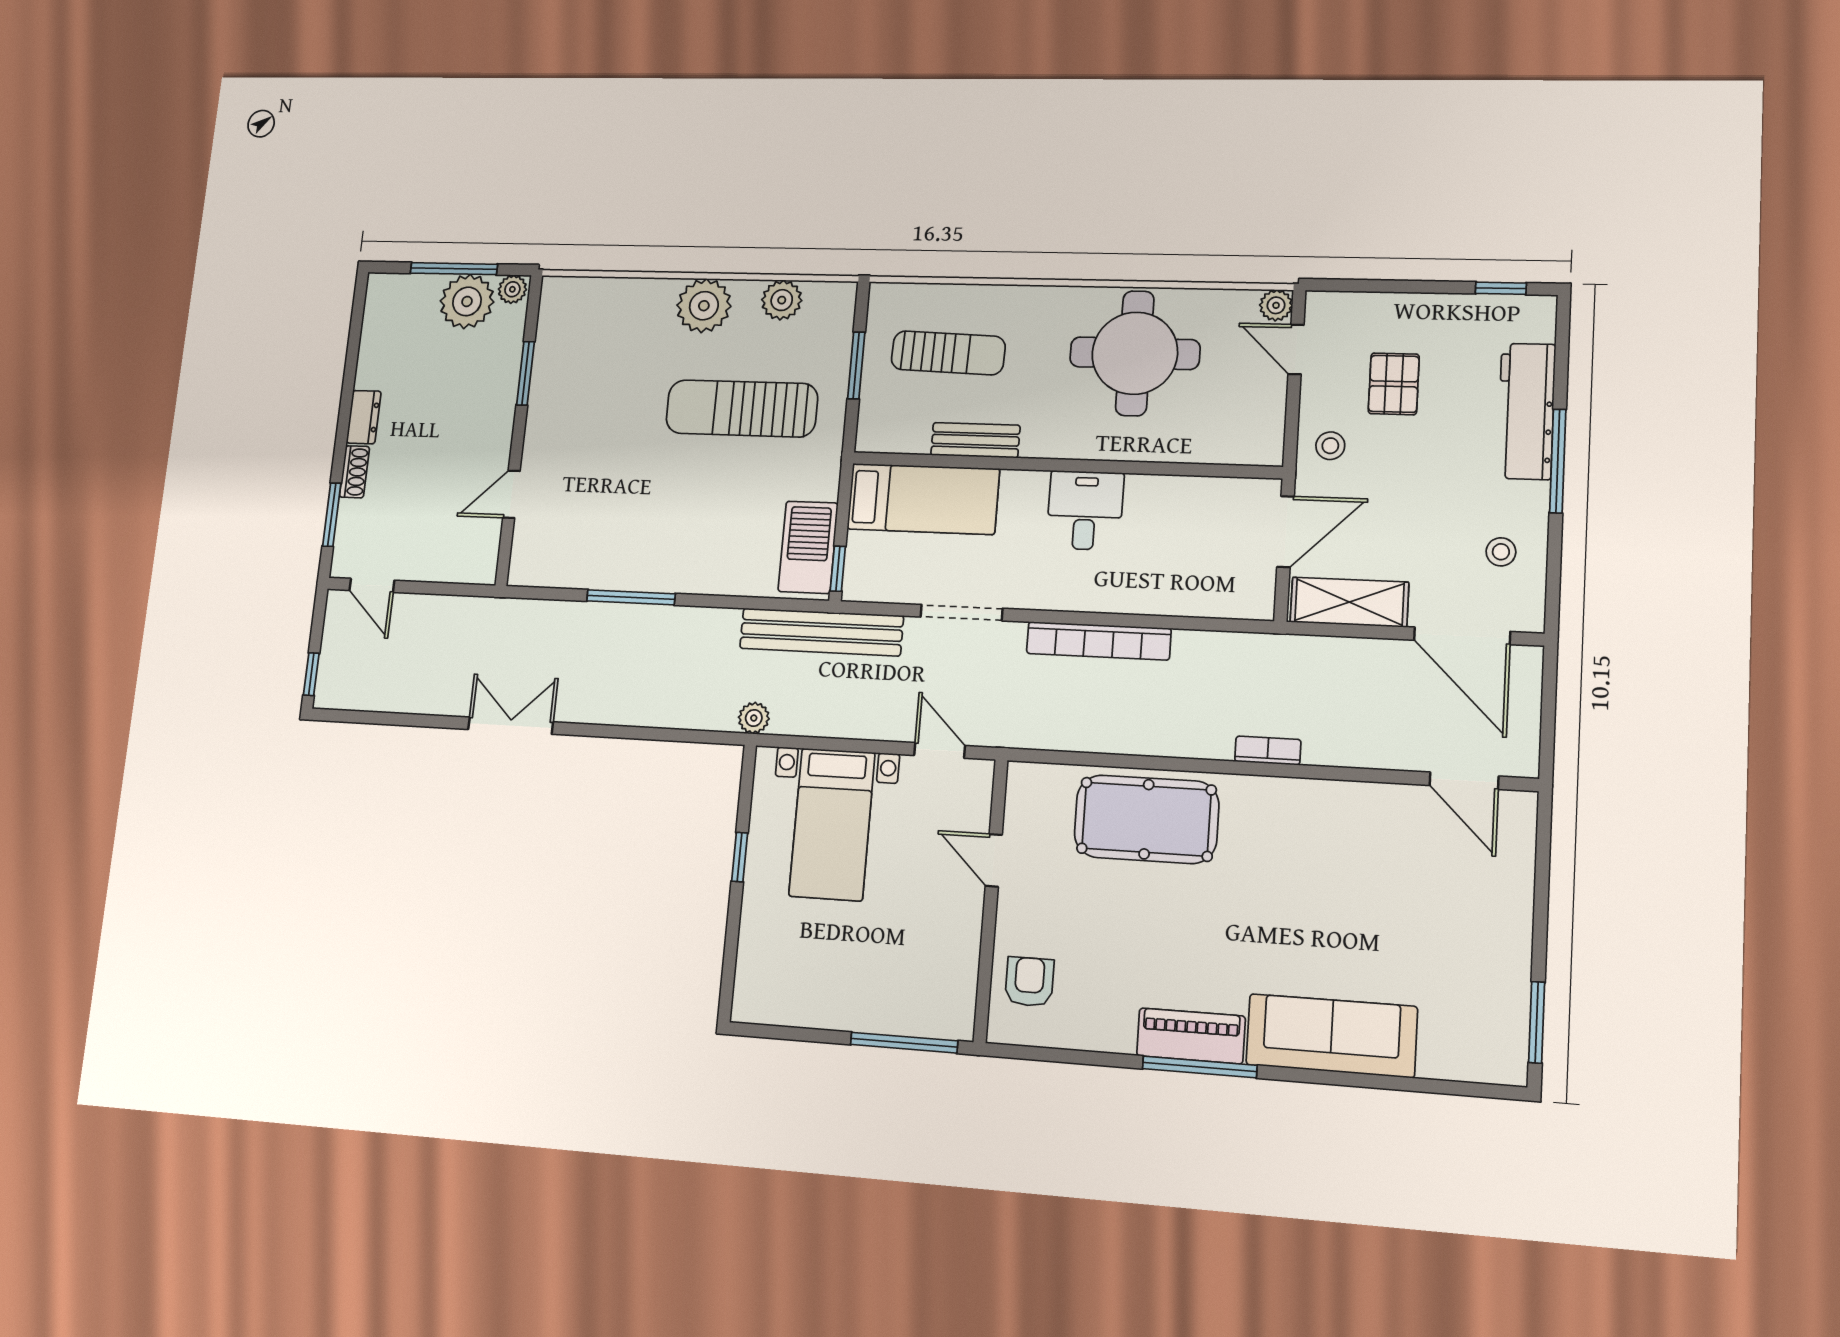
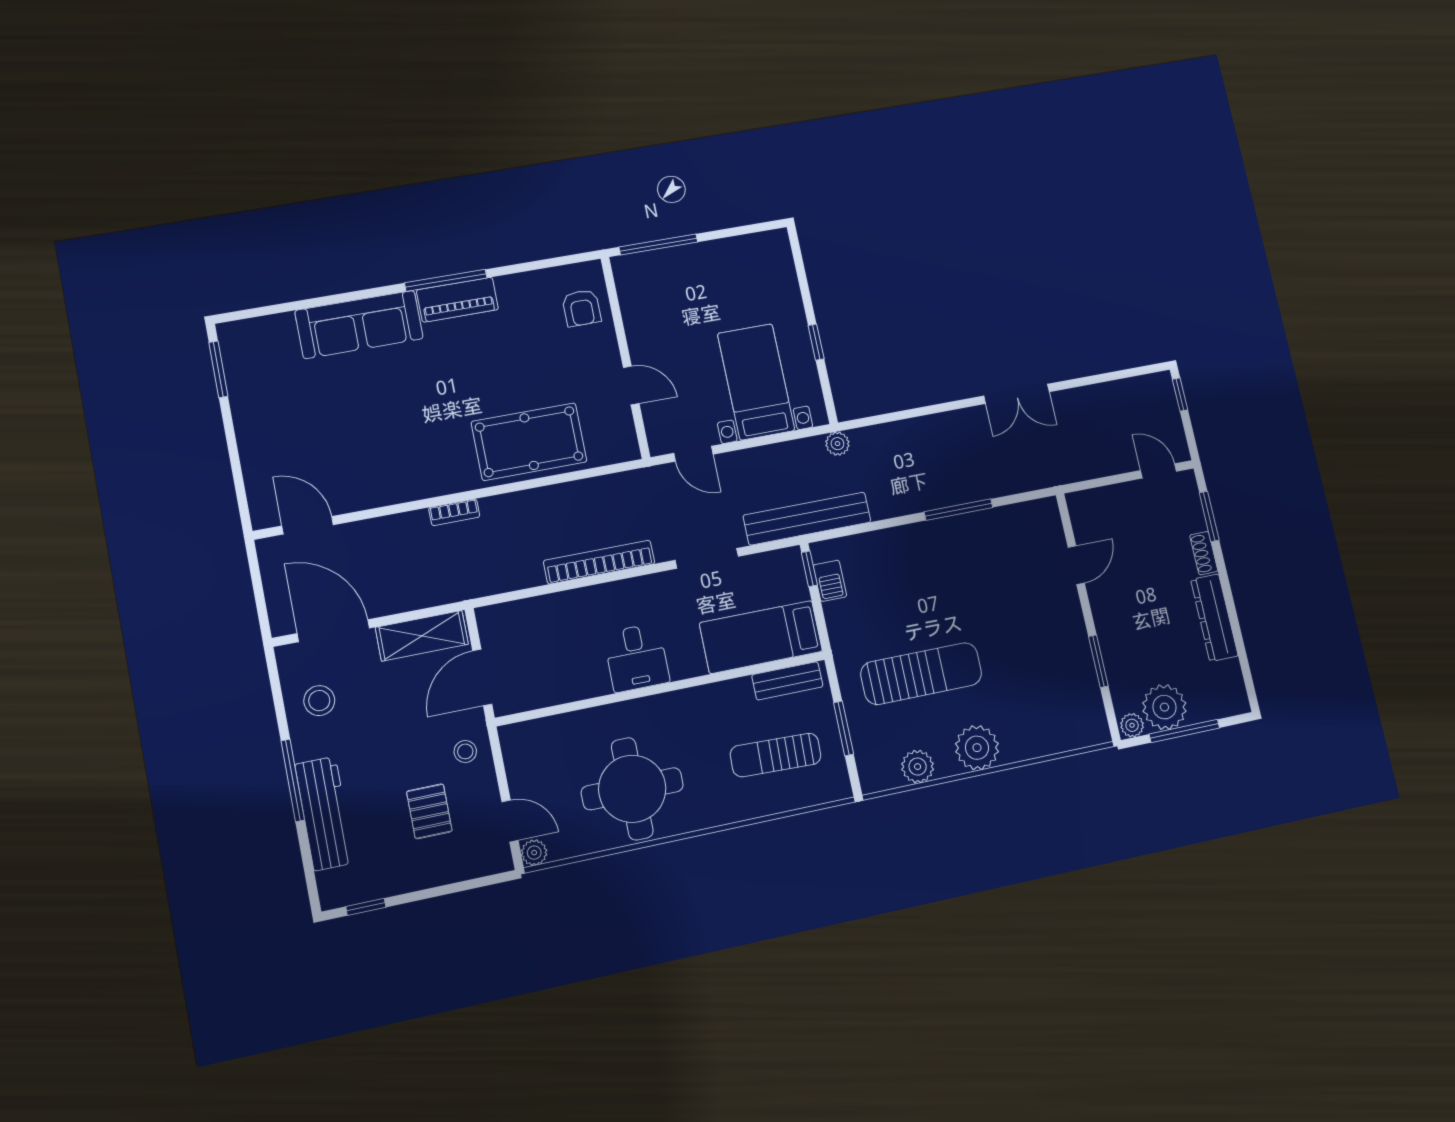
dresser: (364, 417) -> (1214, 618), width x1.96, depth x1.24
bench: (975, 440) -> (787, 681), moved
barbecue: (808, 547) -> (830, 581), width x0.53, depth x0.65
stool: (1501, 552) -> (319, 701), width x1.37, depth x1.37

